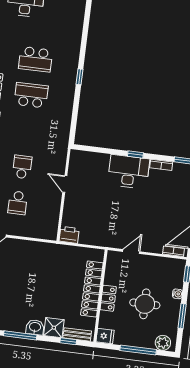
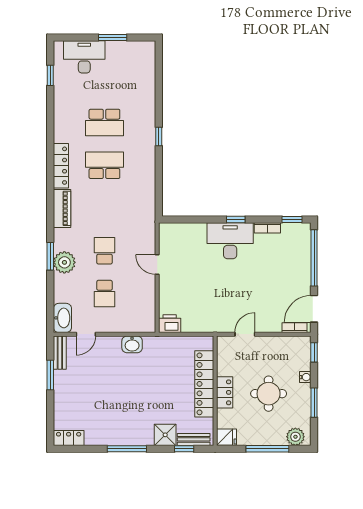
washbasin: (35, 327) -> (132, 344), moved, turned 180

